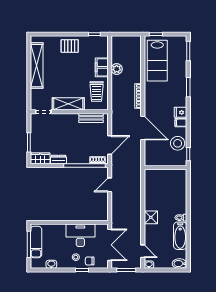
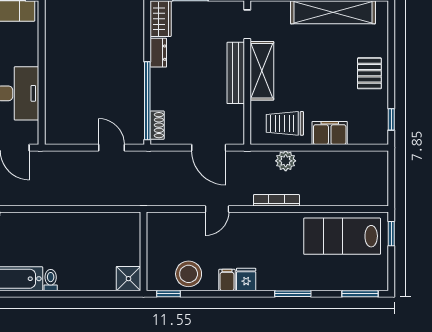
plant: (117, 69) -> (286, 161), moved
bench: (91, 118) -> (236, 73), moved, width x1.36
door: (143, 128) -> (217, 209), width x0.53
door: (110, 145) -> (209, 148), moved
shower: (151, 217) -> (128, 279), moved

